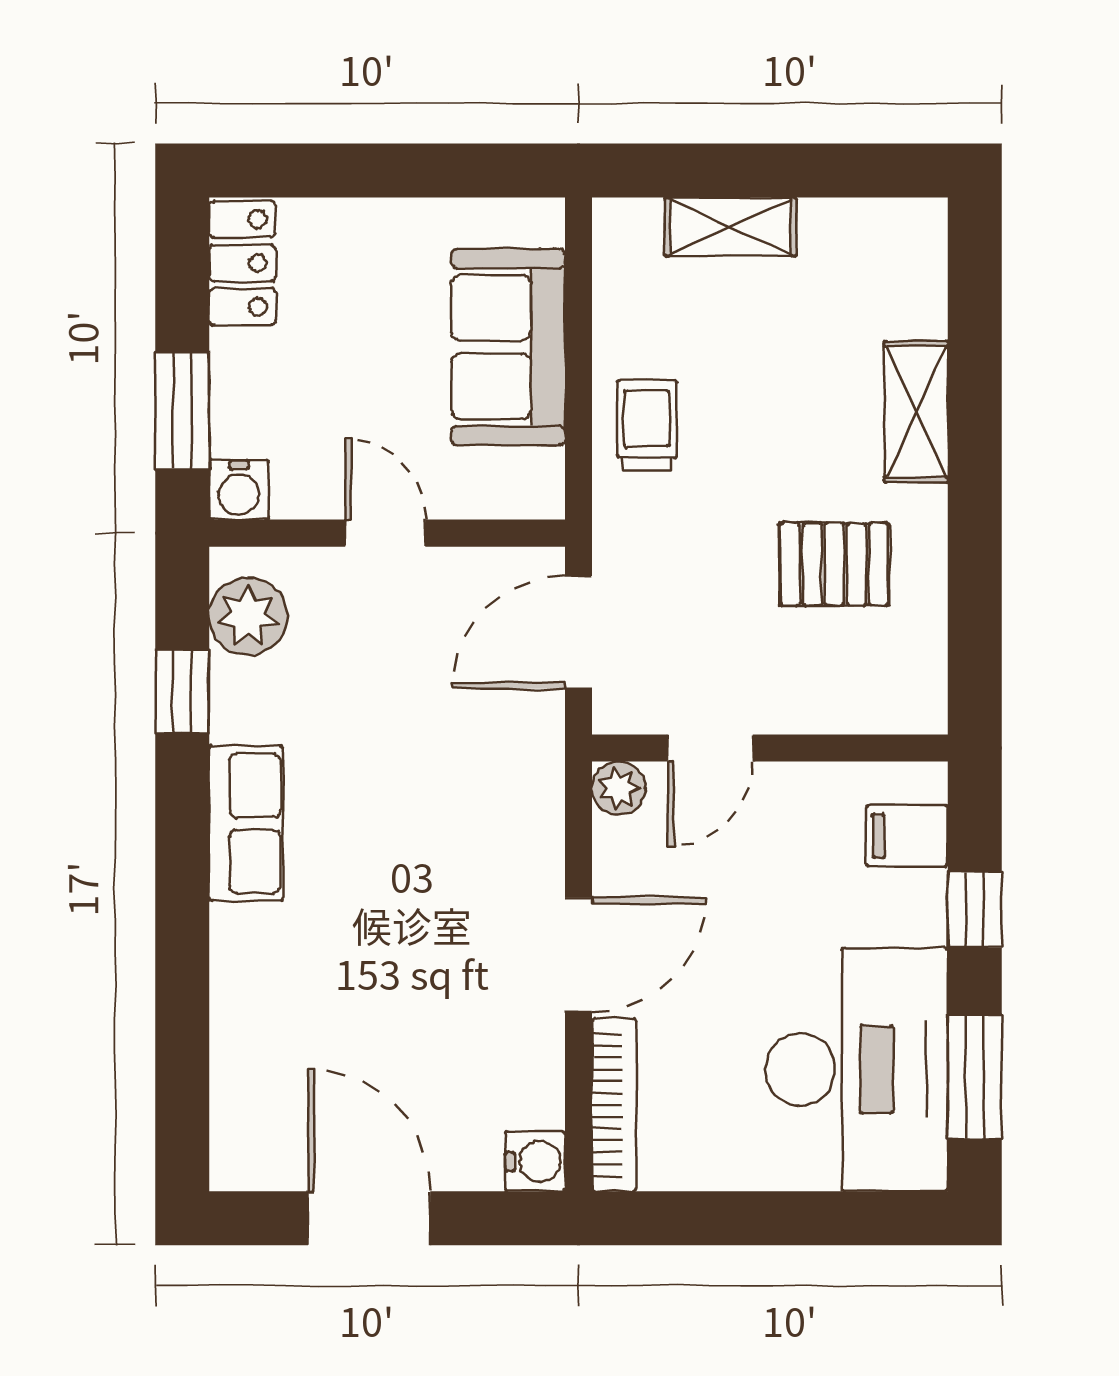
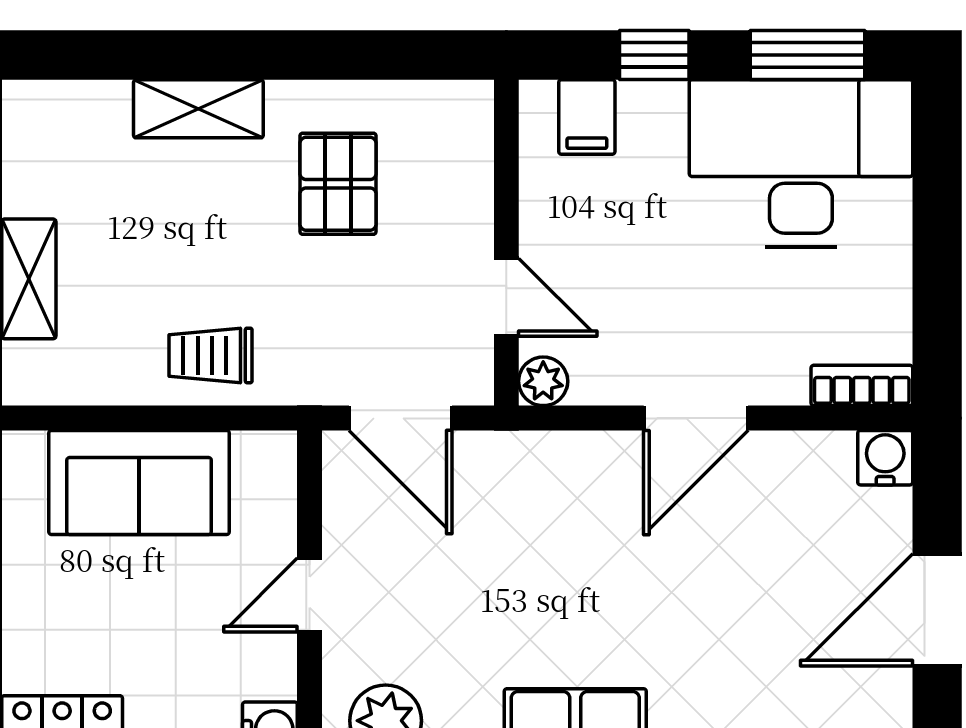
door: (578, 955) -> (696, 418), swing flipped
bookcase: (614, 1105) -> (862, 385), width x0.64

